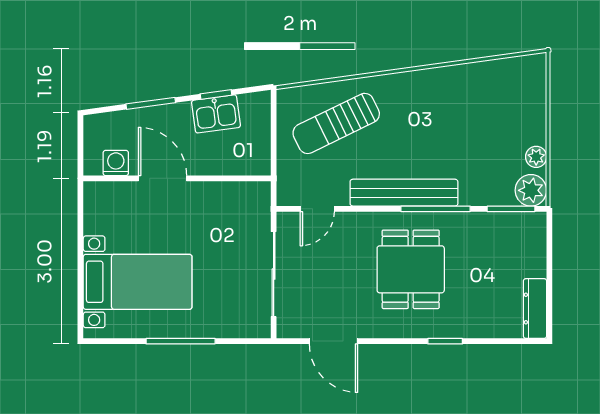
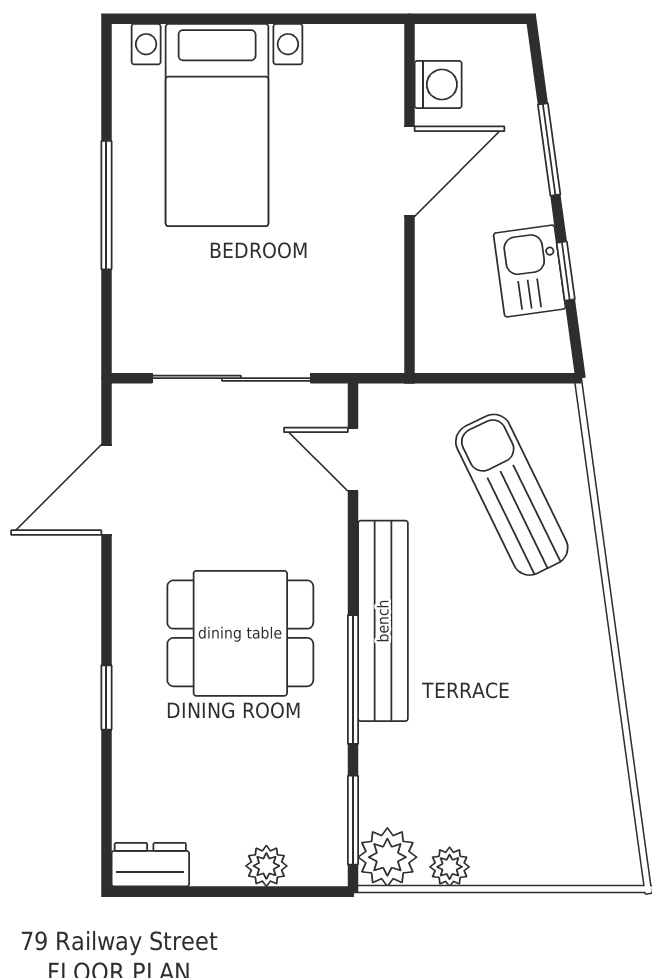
plant: (536, 255) -> (266, 866), added
dresser: (535, 309) -> (150, 865), width x0.70

